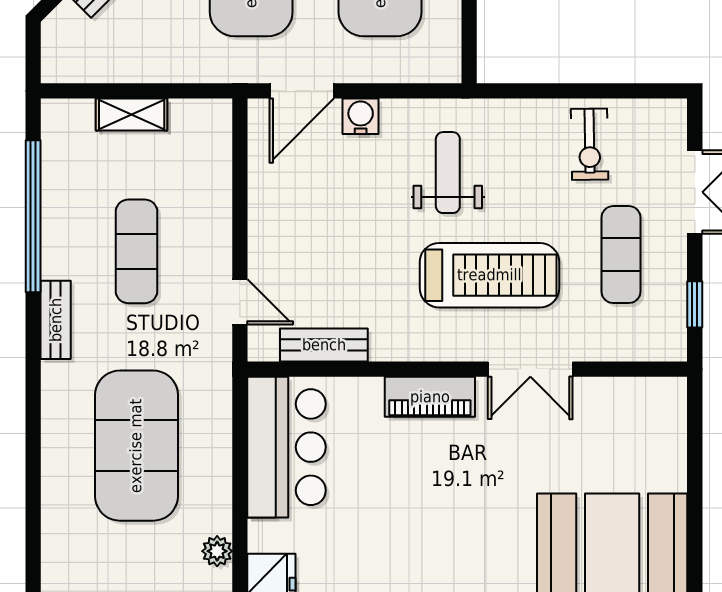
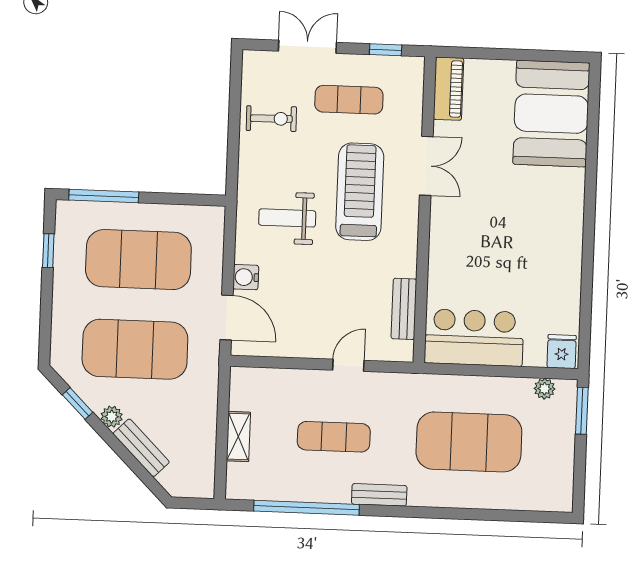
door: (240, 302) -> (348, 365), moved
piano: (430, 397) -> (448, 89), moved

